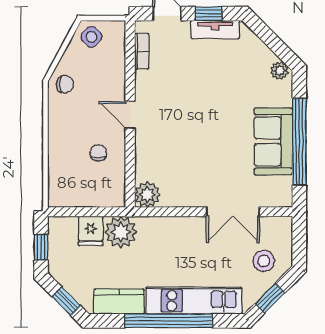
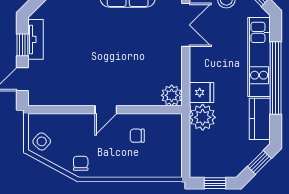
bookcase: (142, 51) -> (54, 100), removed
fridge: (91, 231) -> (202, 93), moved

